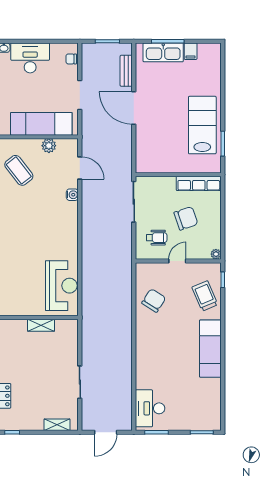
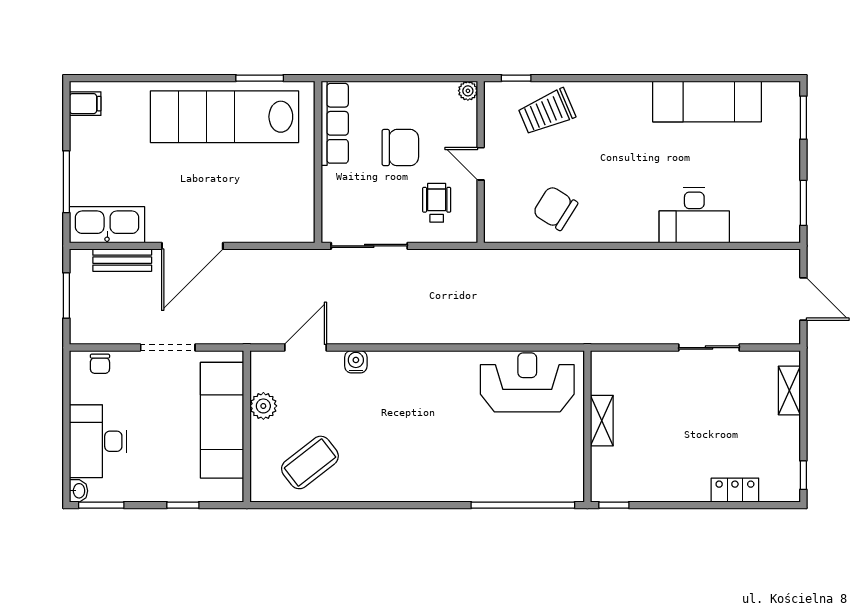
filing cabinet: (191, 51) -> (85, 104), moved
kitchen sink: (163, 52) -> (107, 225), moved, turned -90
lab bench: (202, 125) -> (225, 117), width x1.36
chair: (186, 218) -> (400, 148), turned 109
exam couch: (210, 349) -> (707, 101), moved
desk: (150, 408) -> (694, 215), moved

